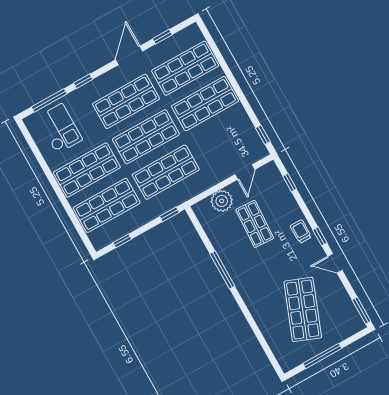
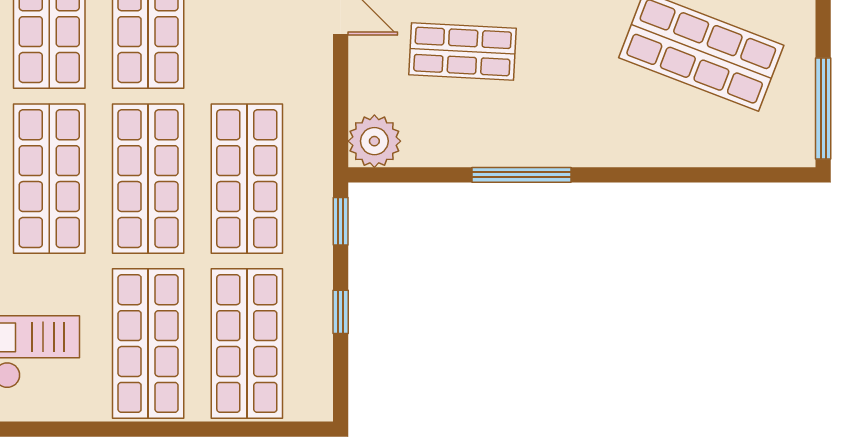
plant: (222, 201) -> (374, 141), moved
window: (122, 241) -> (341, 312), moved
window: (322, 356) -> (823, 108), moved

